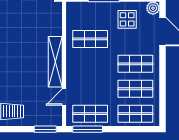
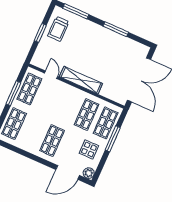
shop shelf: (135, 89) -> (106, 123), moved
window: (45, 129) -> (40, 33), moved
window: (88, 129) -> (13, 93), moved

